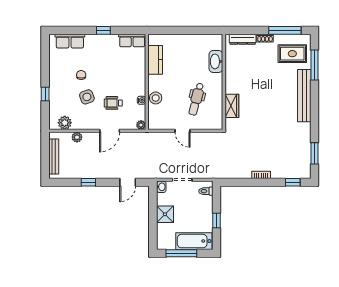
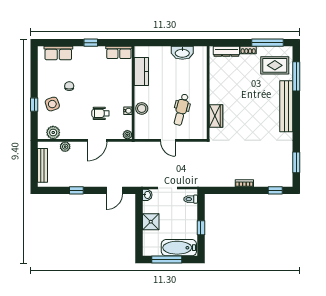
washbasin: (216, 61) -> (182, 53), moved, turned -90
side table: (87, 97) -> (52, 104), moved

